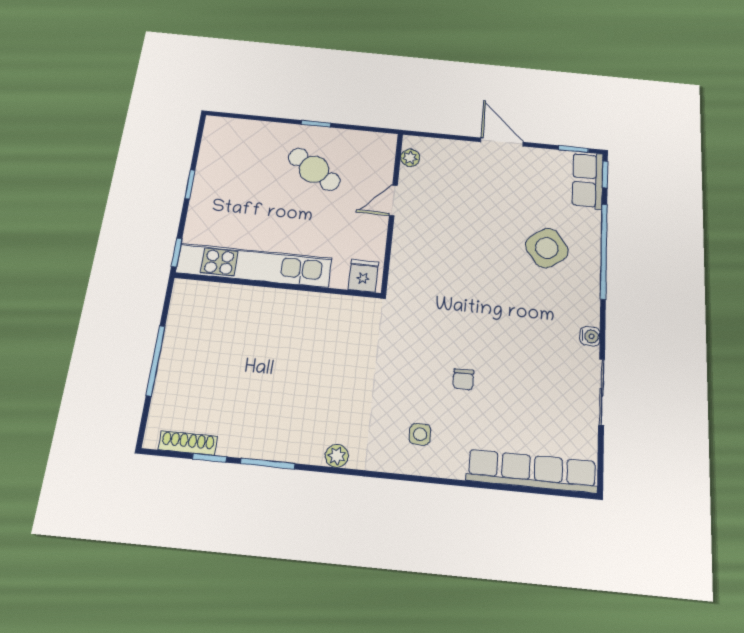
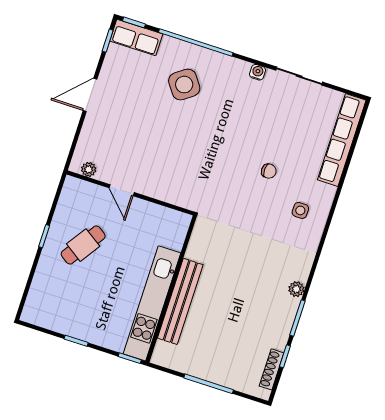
fridge: (363, 276) -> (177, 225), removed
bench: (263, 300) -> (180, 301), added
plant: (337, 456) -> (296, 289), moved

